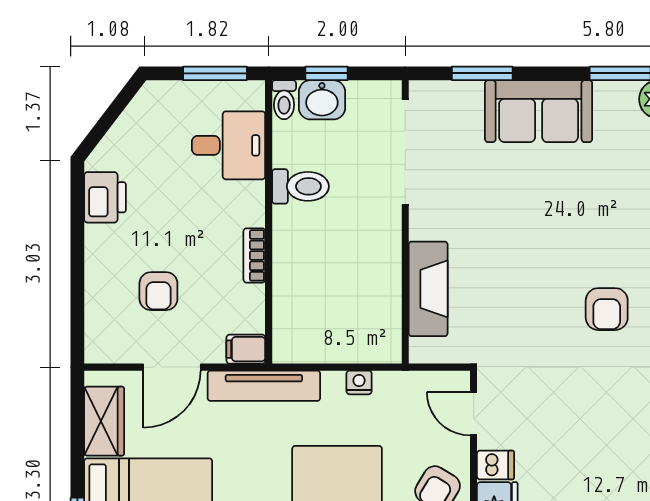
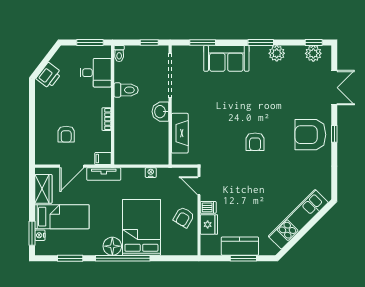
window: (327, 73) -> (149, 42), moved
washbasin: (322, 100) -> (160, 112), moved, turned 90
printer: (105, 197) -> (49, 76), moved, turned 37
tv unit: (264, 386) -> (104, 174), width x0.71

